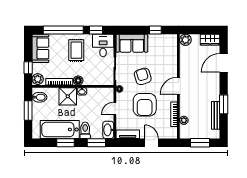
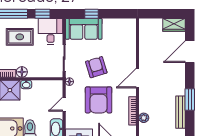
window: (155, 30) -> (91, 14), moved
plant: (185, 40) -> (146, 25), removed
rug: (76, 50) -> (20, 37), turned 90

